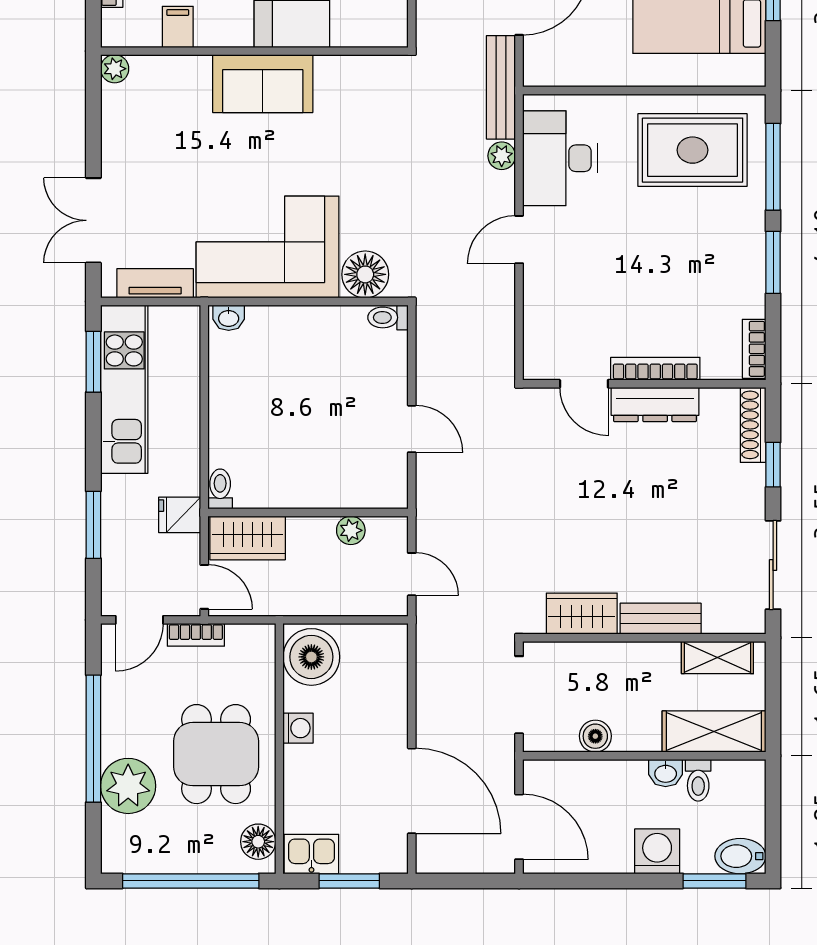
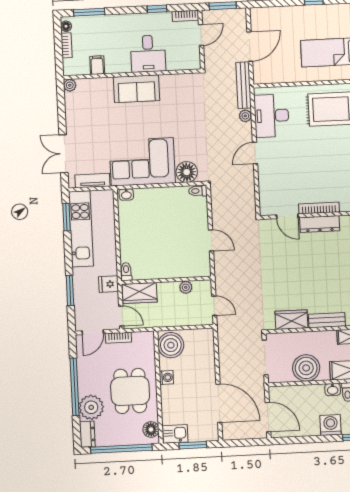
boiler: (595, 736) -> (306, 368), width x1.86, depth x1.86
dresser: (117, 845) -> (87, 434), added

